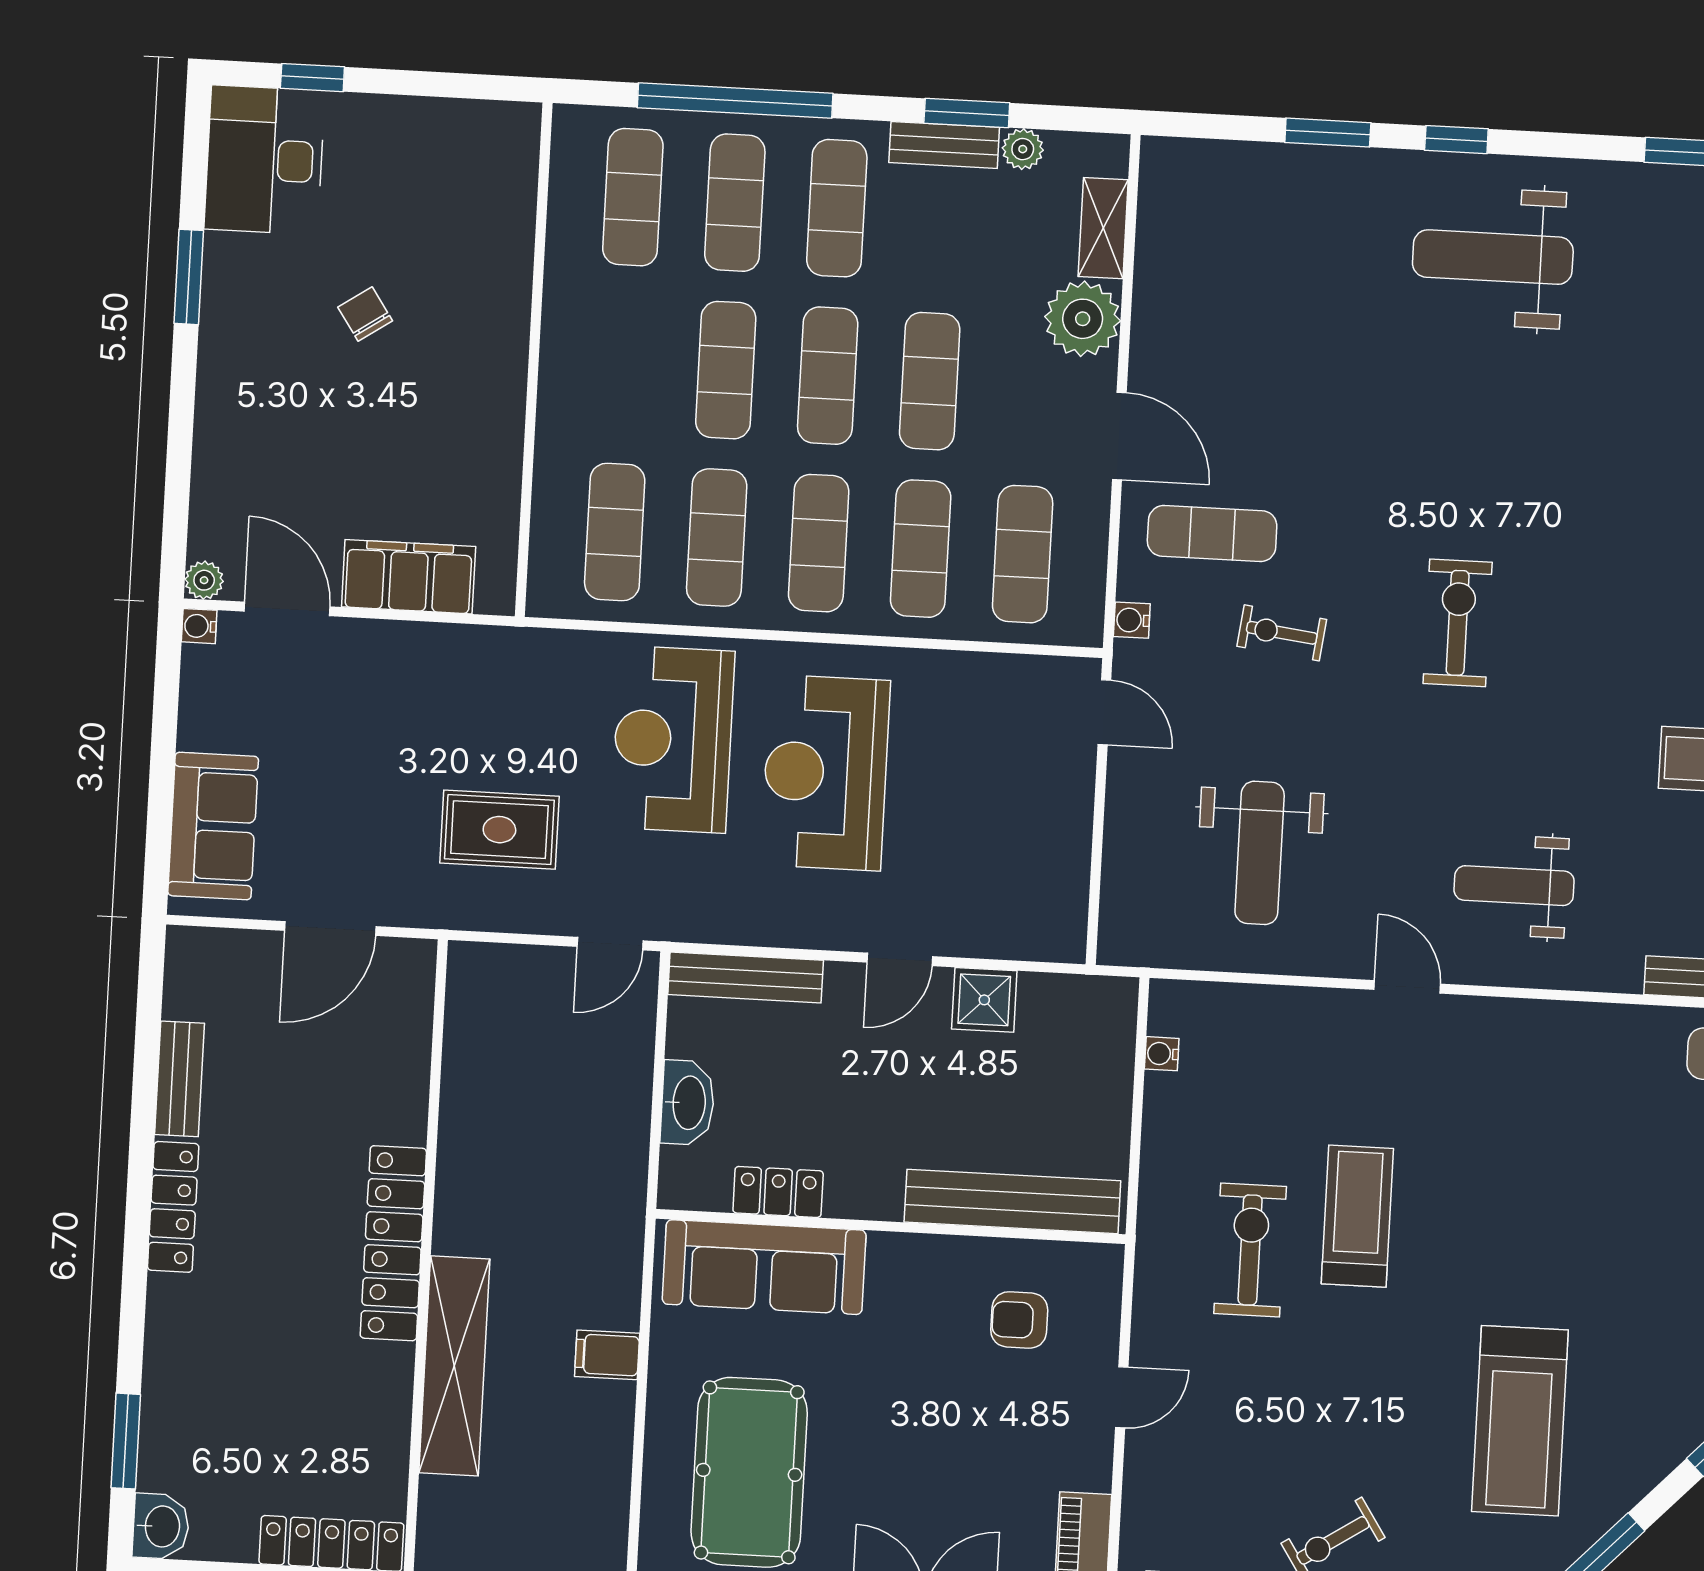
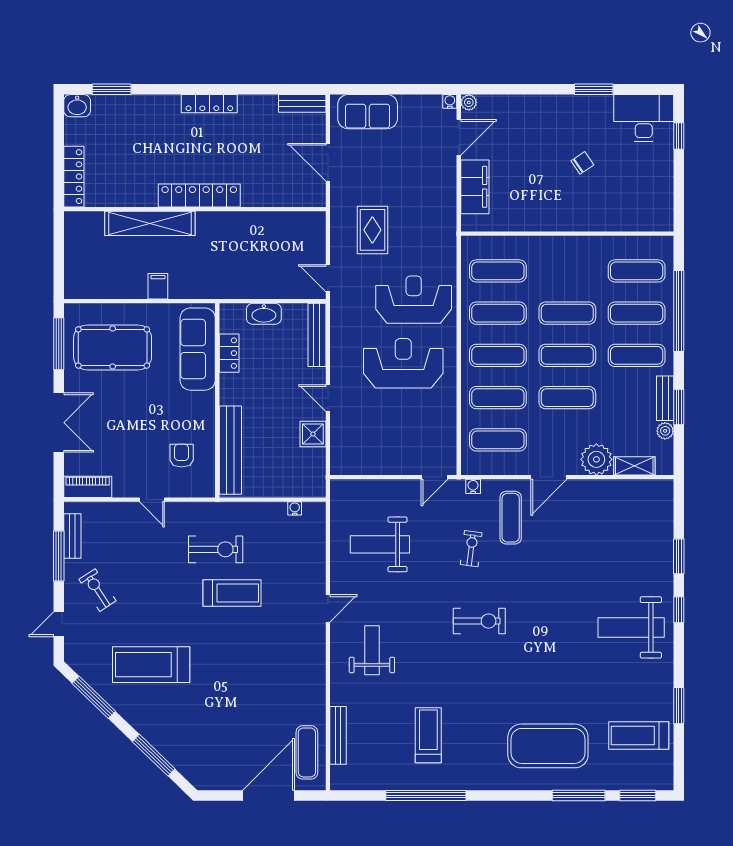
weight bench: (1493, 257) -> (631, 627), turned -90
bench: (180, 1079) -> (302, 103), moved

